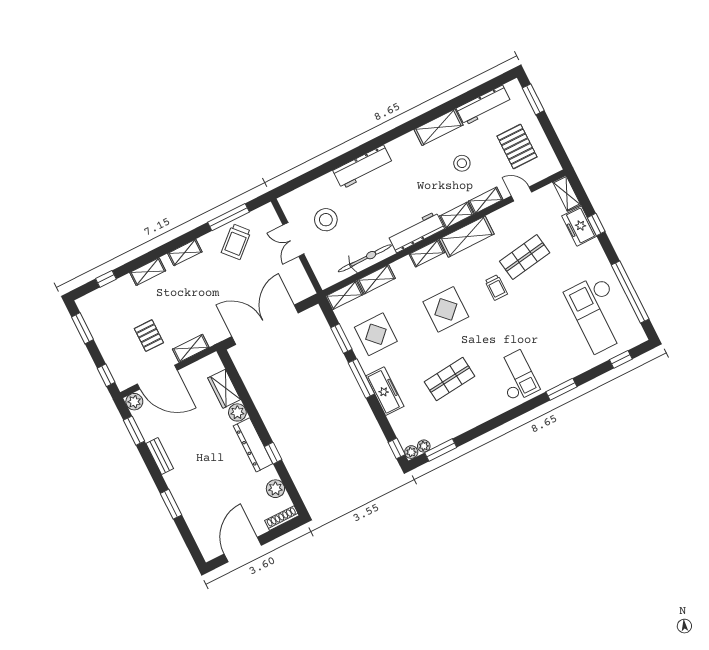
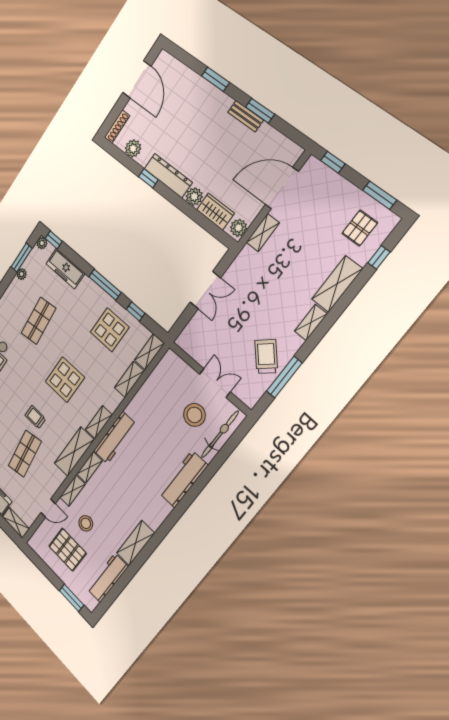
stool: (462, 163) -> (86, 523), moved
bicycle: (365, 258) -> (220, 434), moved, turned 180
shelving: (148, 272) -> (337, 284), width x1.50, depth x1.33
double door: (265, 325) -> (205, 290), width x0.54
pallet: (149, 336) -> (360, 228), moved, turned 90
window: (341, 338) -> (136, 311), width x0.67
freezer: (385, 391) -> (65, 269), moved
plant: (134, 402) -> (239, 228), moved
window: (134, 431) -> (260, 111), moved
plant: (424, 446) -> (22, 274), moved

